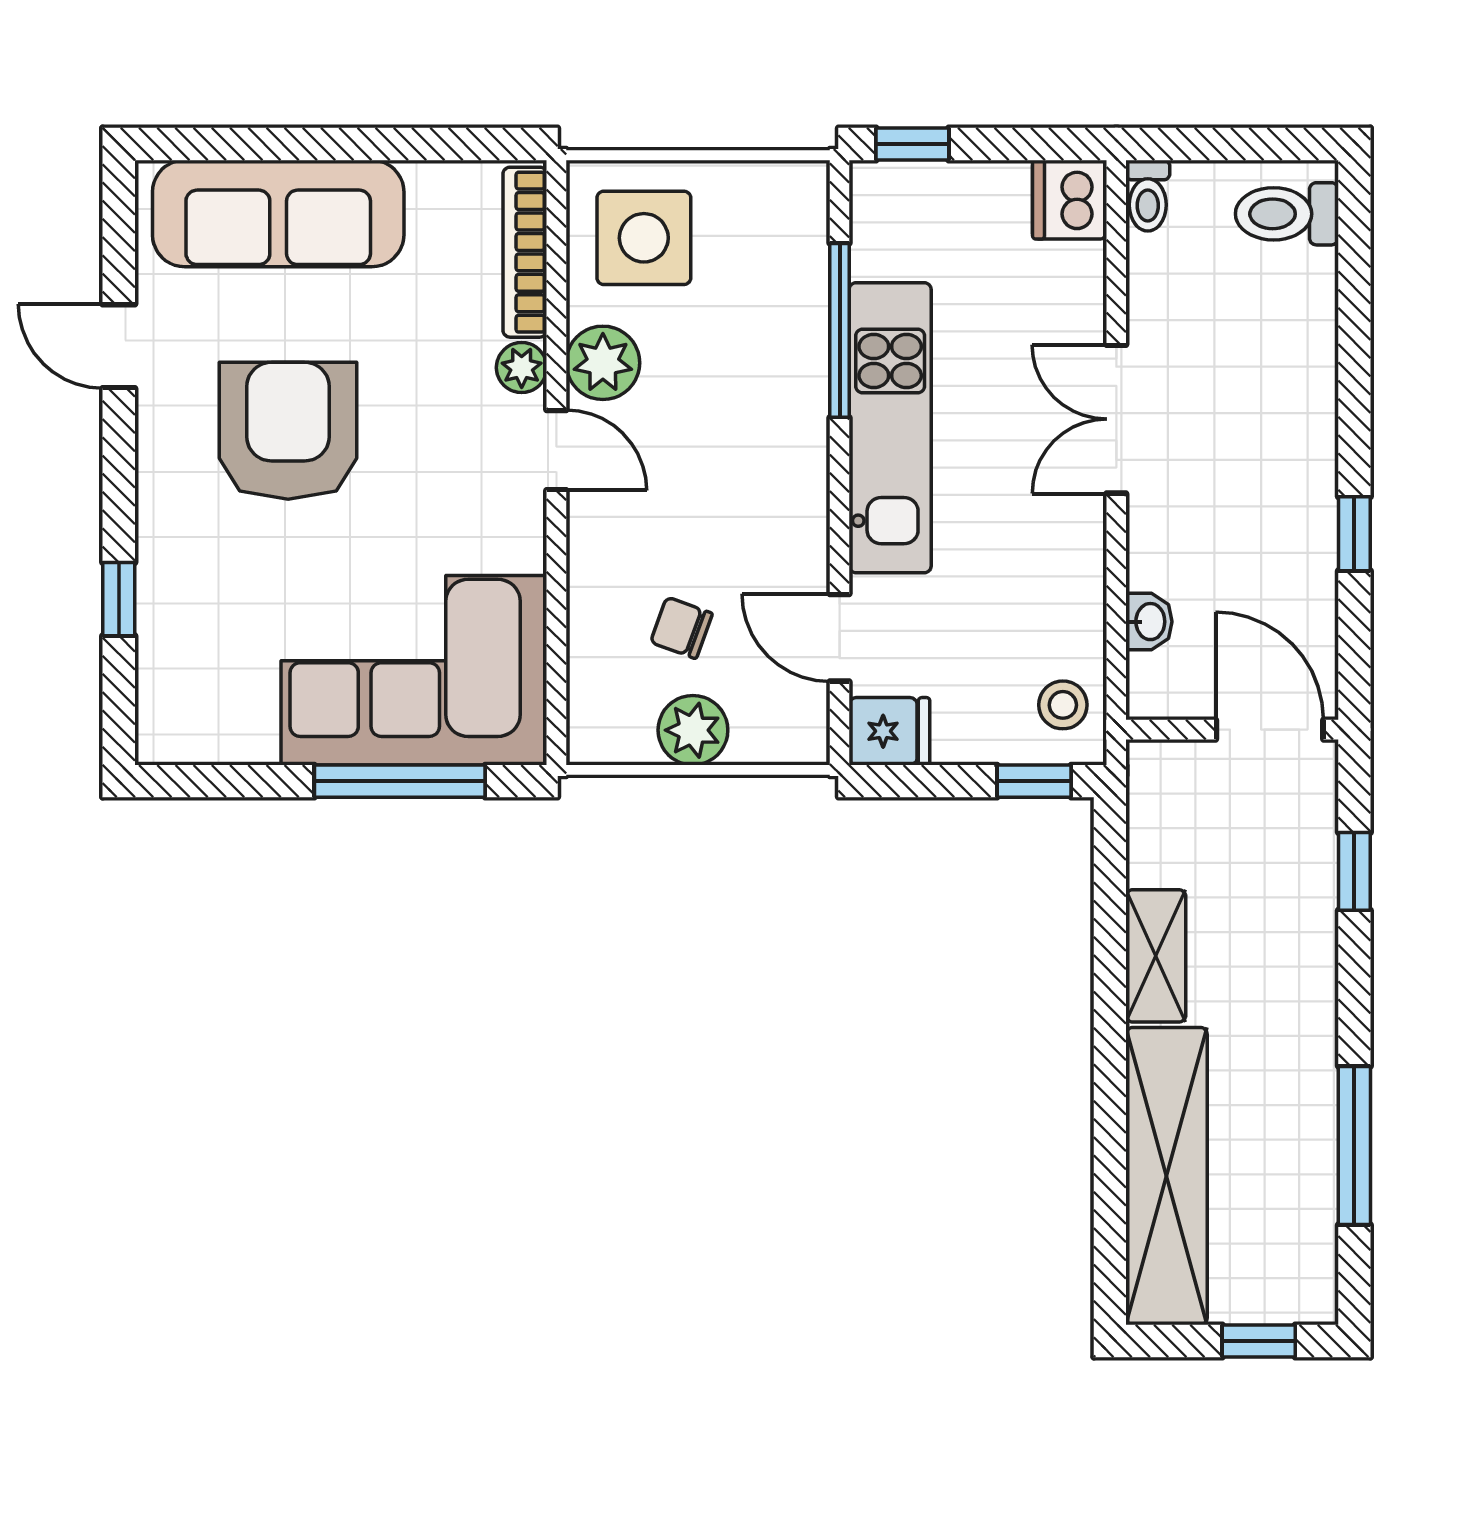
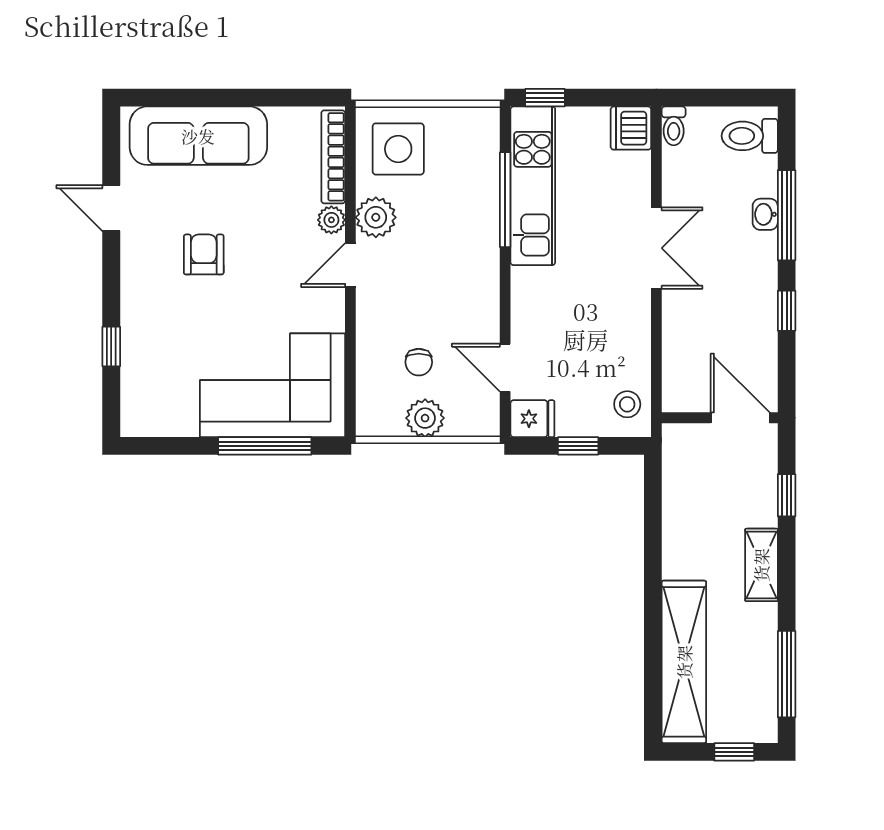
window: (1354, 359) -> (787, 215), added
double door: (1116, 419) -> (656, 248), swing flipped
kitchen unit: (890, 428) -> (533, 186), moved
armchair: (288, 431) -> (204, 254), width x0.53, depth x0.53
door: (556, 450) -> (350, 265), swing flipped
washbasin: (1149, 622) -> (765, 214), moved, turned 180
chair: (681, 628) -> (419, 362), turned -110
window: (1034, 781) -> (578, 446), moved
shelving: (1156, 956) -> (761, 565), moved
window: (1354, 1146) -> (787, 674), moved

